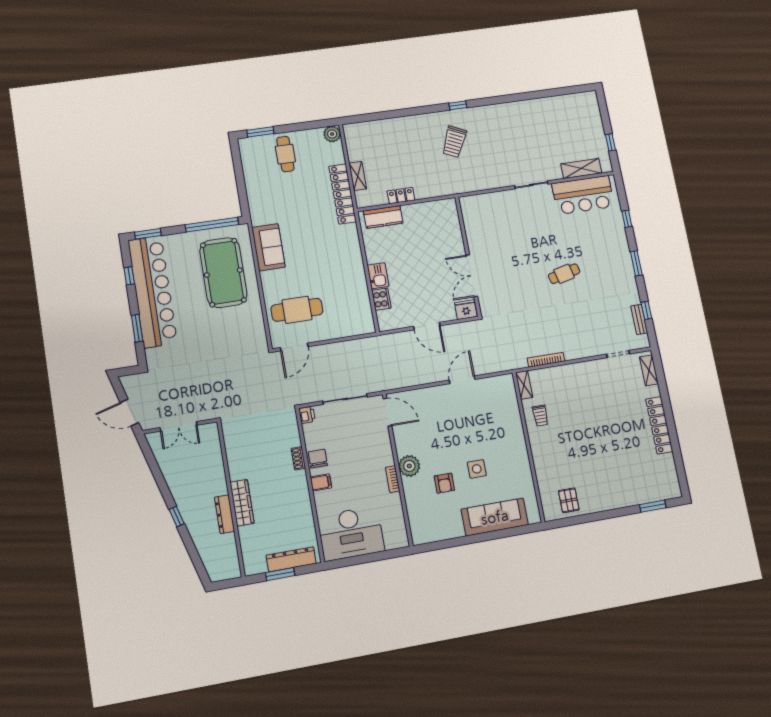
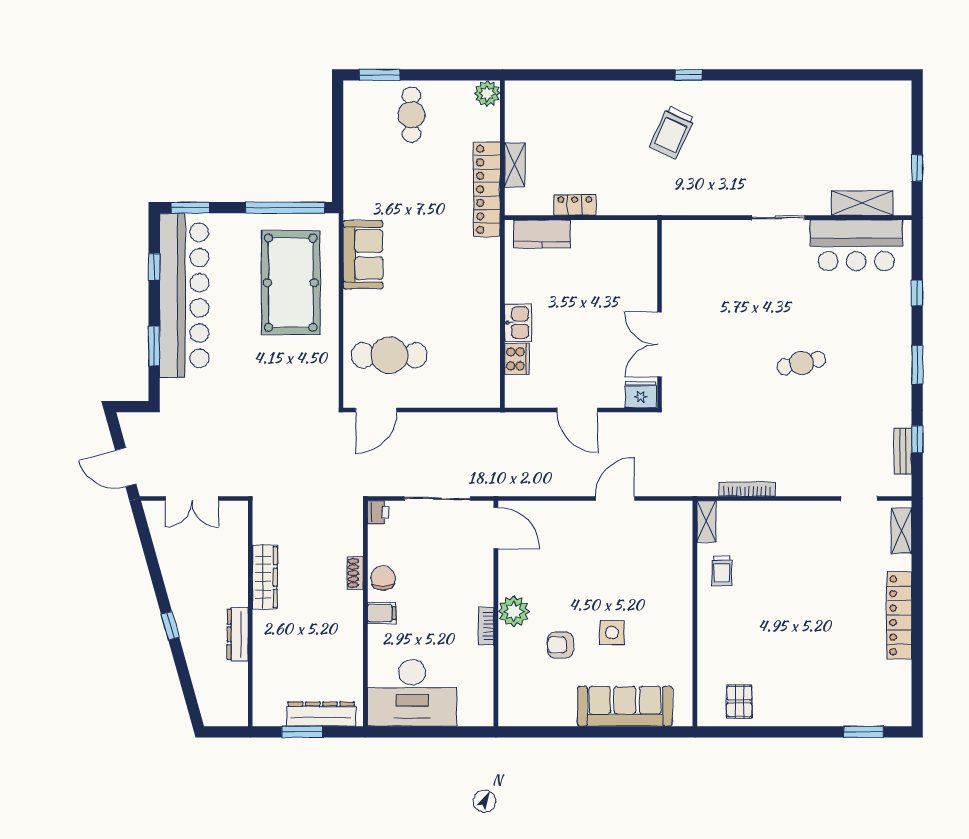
armchair: (444, 483) -> (560, 645), turned 90
wardrobe: (242, 503) -> (265, 577), moved

